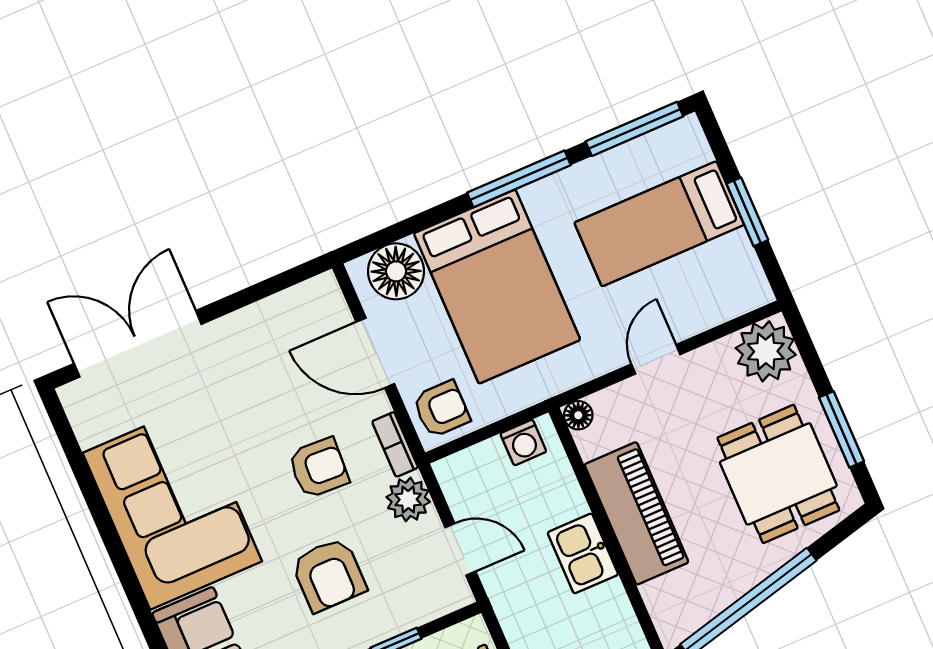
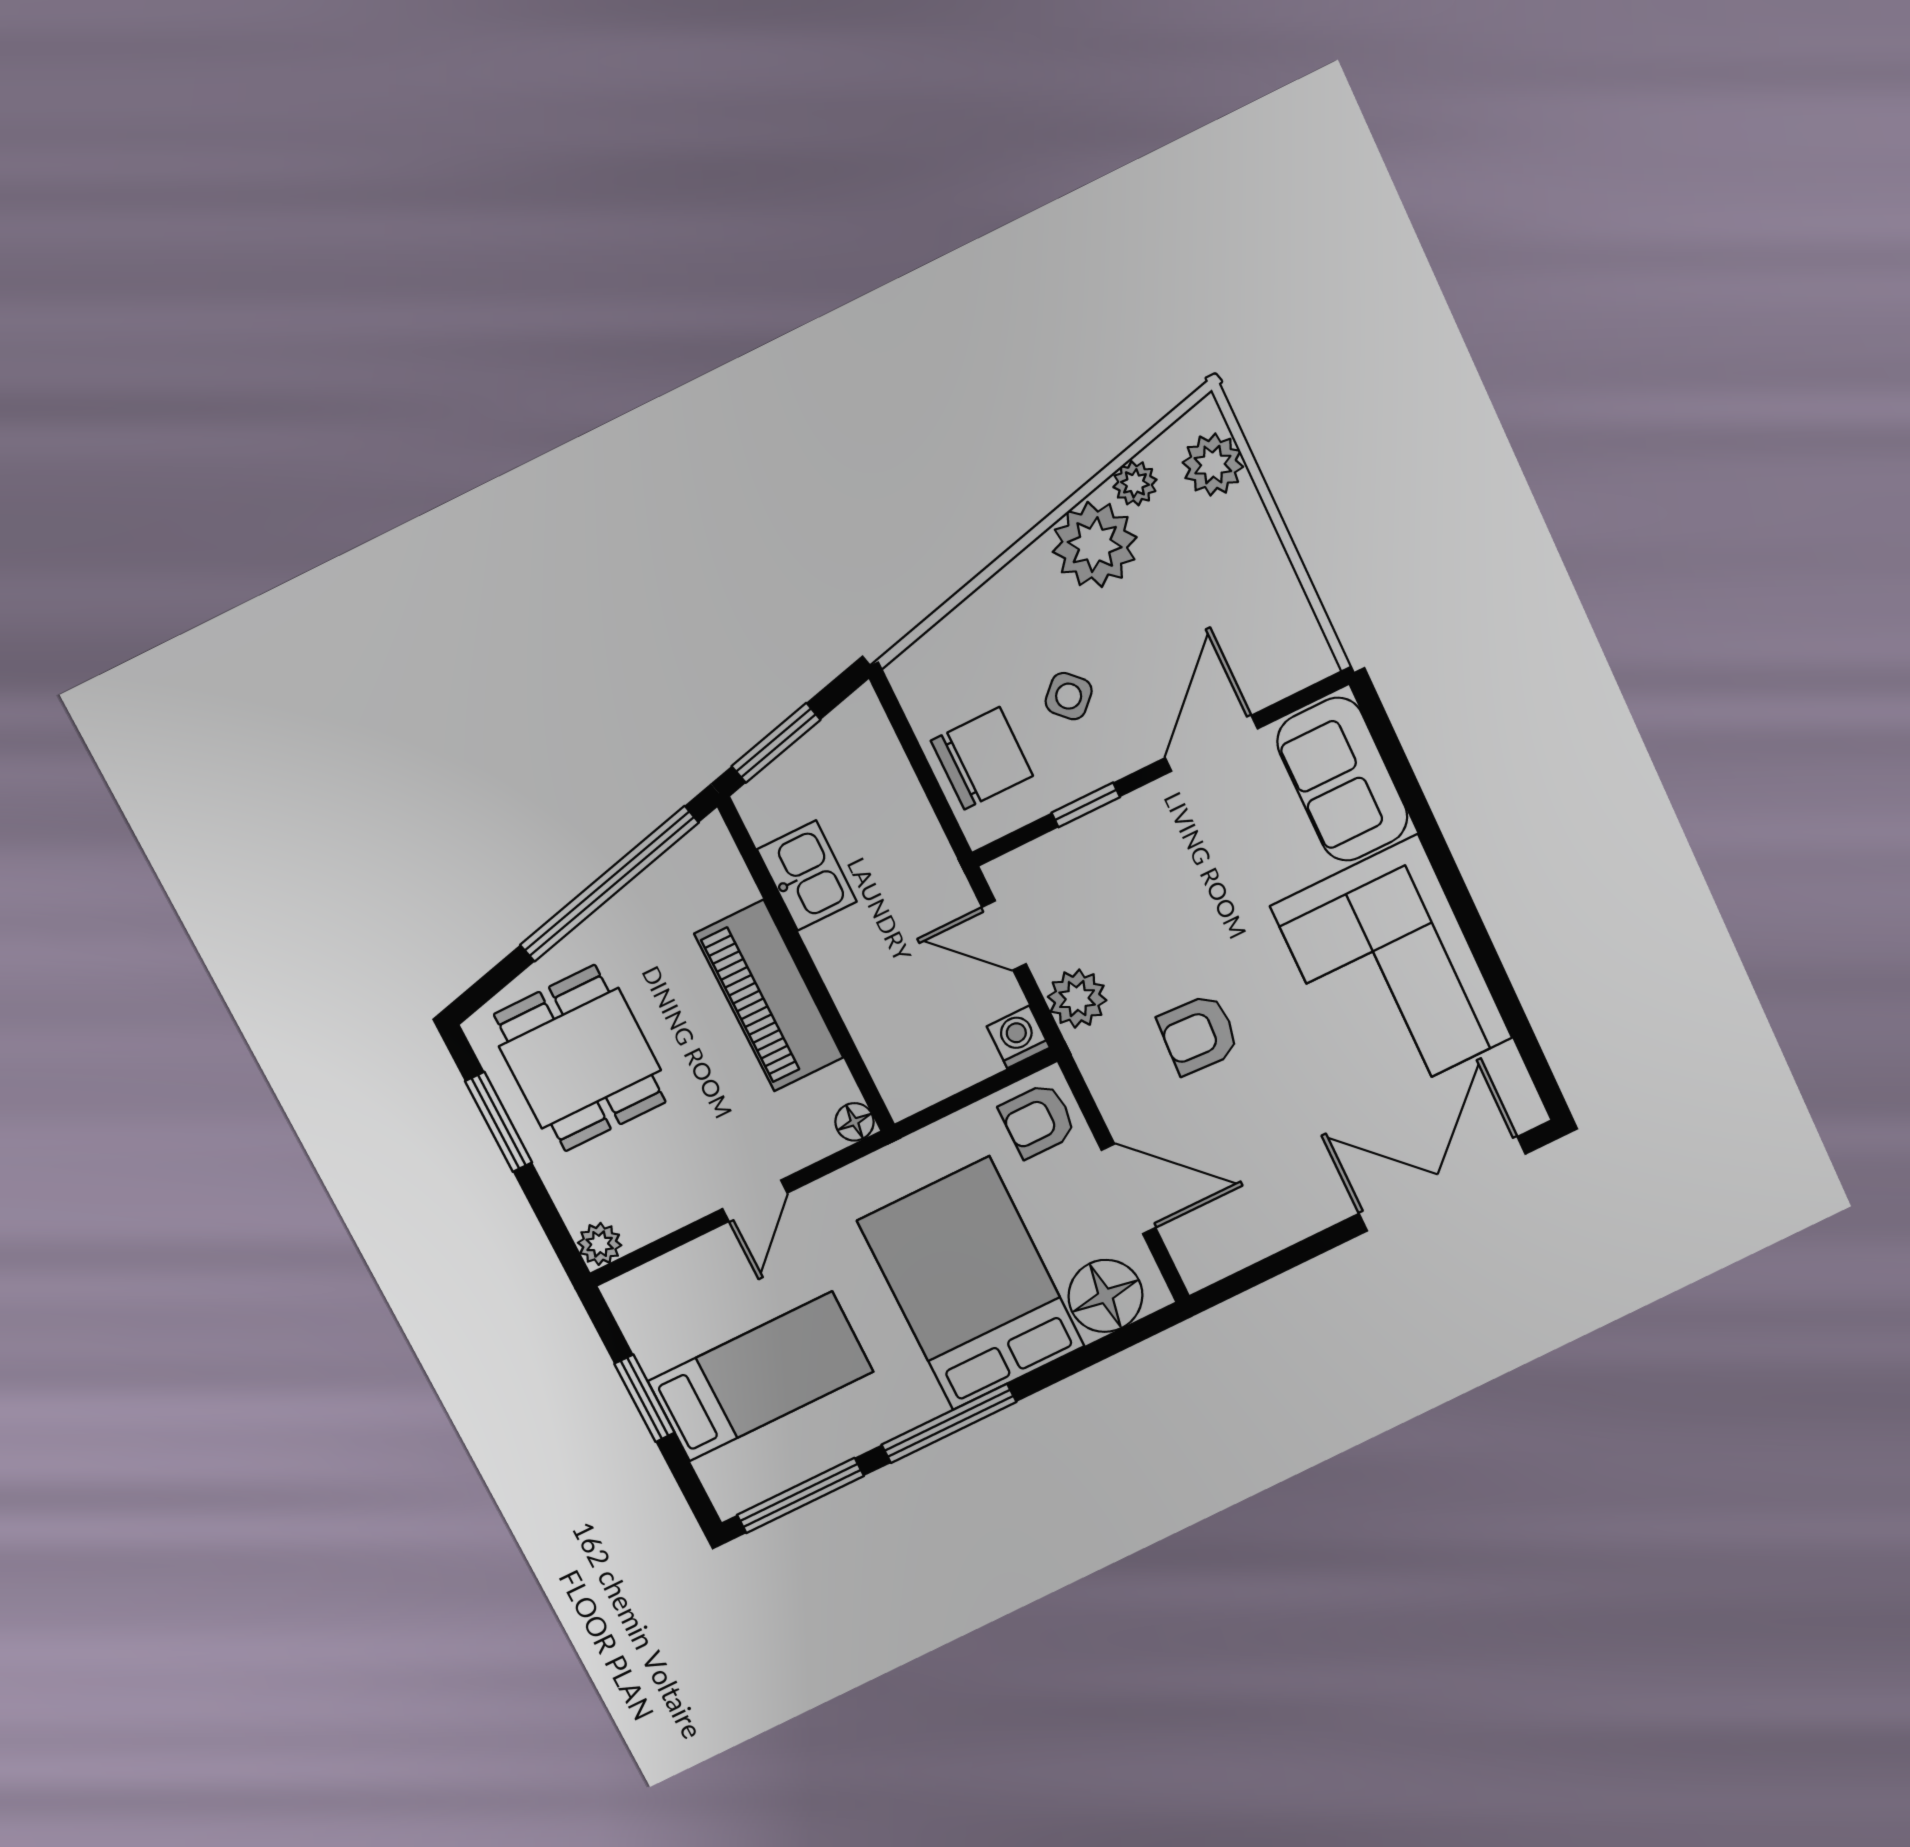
double door: (138, 344) -> (1442, 1184), swing flipped
plant: (766, 351) -> (600, 1244), width x0.53, depth x0.53
washing machine: (523, 443) -> (1018, 1037), moved
bookcase: (395, 444) -> (1098, 1070), removed
kitchen sink: (583, 553) -> (807, 876), moved
armchair: (329, 575) -> (1180, 893), removed

